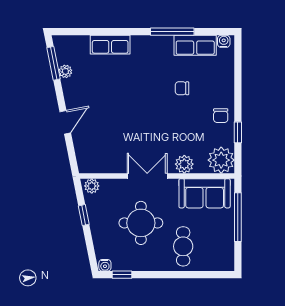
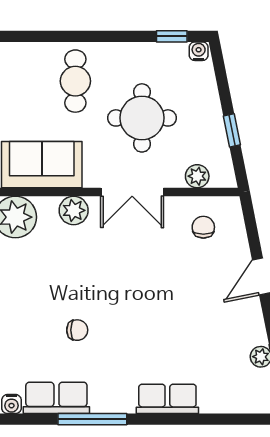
row of seats: (110, 45) -> (167, 399), moved
chair: (221, 116) -> (203, 227), moved
plant: (92, 186) -> (197, 176), moved

